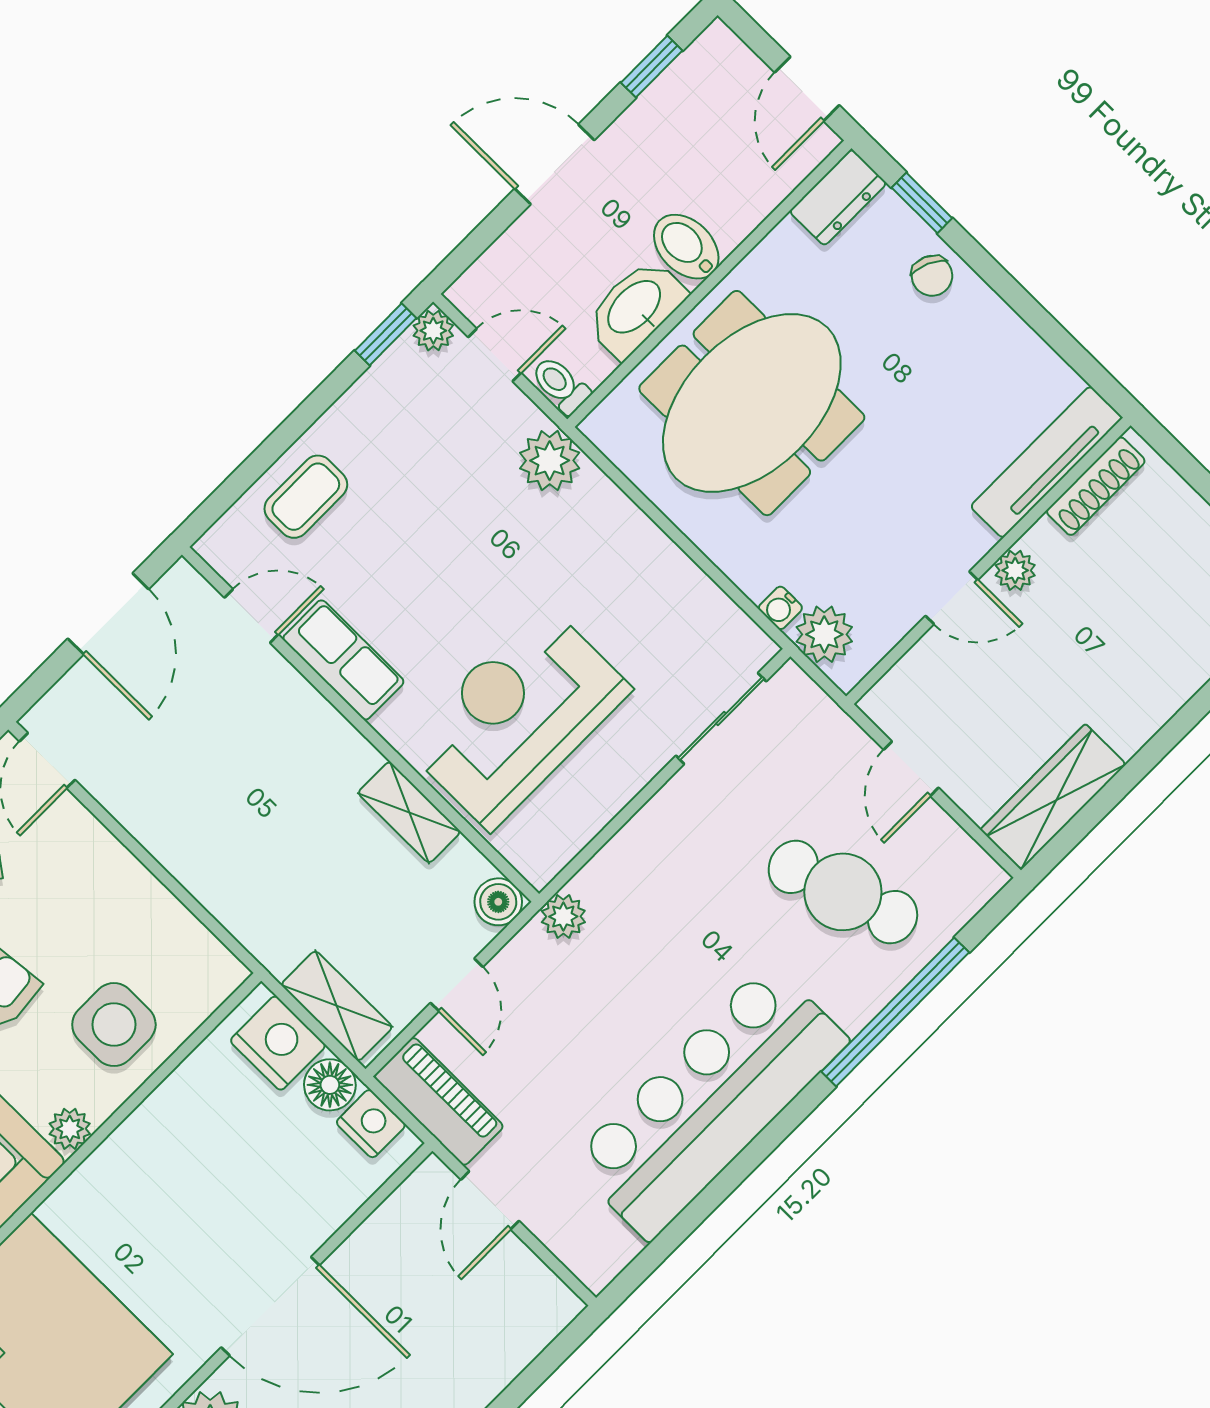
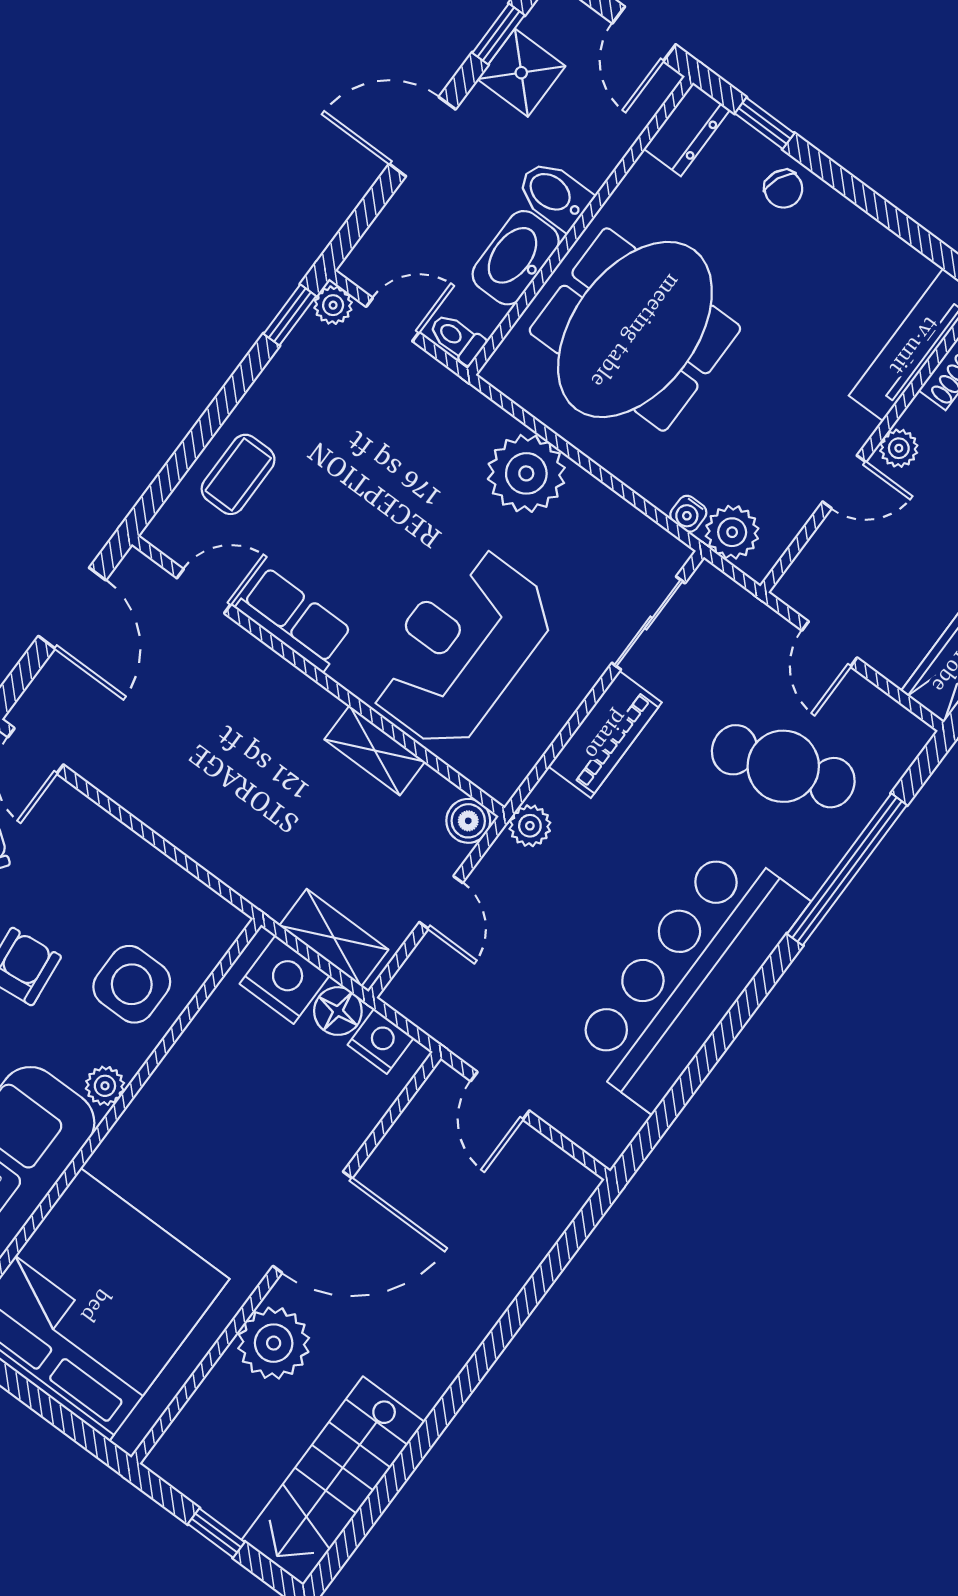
shower: (670, 111) -> (521, 73), added
plant: (550, 461) -> (526, 473), moved, width x1.36, depth x1.36
piano: (439, 1101) -> (605, 734), moved, turned 90

